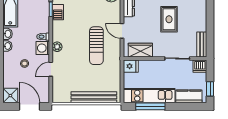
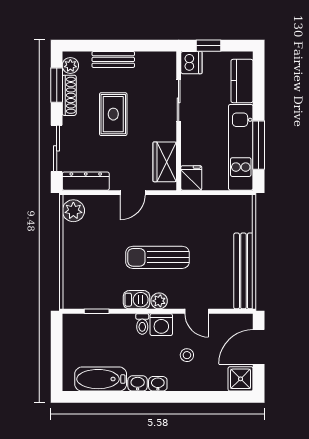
barbecue: (58, 12) -> (137, 300), moved
rug: (169, 19) -> (113, 114), turned 90
bench: (202, 44) -> (113, 59), moved
sun lounger: (96, 46) -> (157, 257), moved, turned 180
window: (210, 89) -> (209, 46), moved
bench: (94, 97) -> (243, 271), moved

